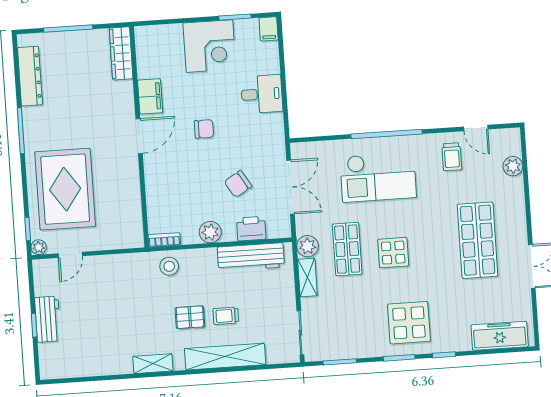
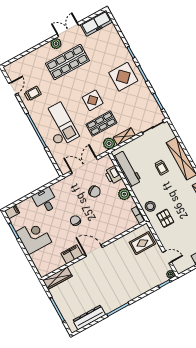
plant: (513, 166) -> (56, 44), moved
rug: (65, 189) -> (142, 243), moved, width x0.54, depth x0.49
pallet: (190, 317) -> (165, 218), moved
freezer: (500, 336) -> (96, 23), moved, turned -90

